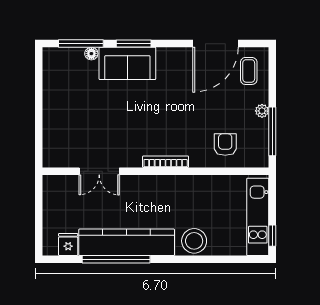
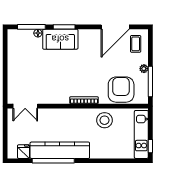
armchair: (225, 145) -> (121, 90), width x1.88, depth x1.88
double door: (99, 171) -> (25, 106), moved
stool: (194, 241) -> (105, 120), moved

